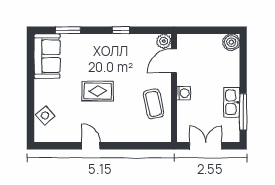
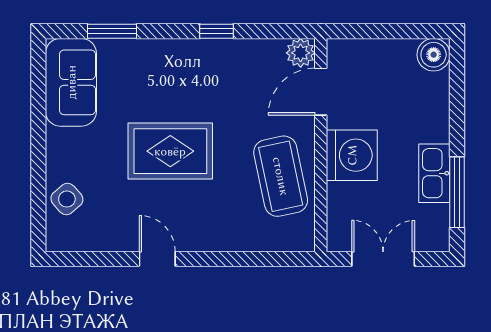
rug: (98, 91) -> (170, 151), width x1.36, depth x1.43
washing machine: (184, 93) -> (352, 155), width x1.89, depth x1.89
coffee table: (154, 104) -> (281, 176), width x1.36, depth x1.32

